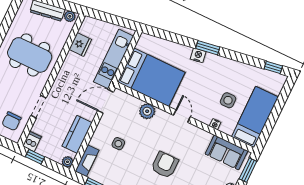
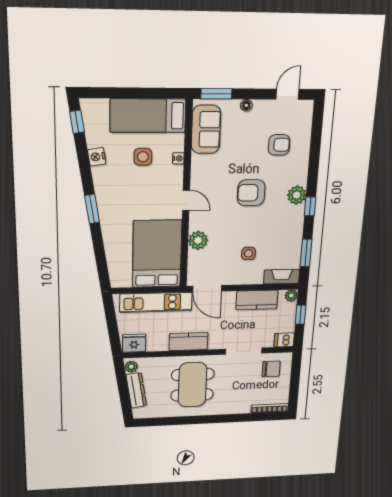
fridge: (80, 44) -> (134, 343), moved
nightstand: (198, 55) -> (97, 157), moved
kitchen counter: (69, 68) -> (188, 342), added
doorway: (38, 107) -> (244, 351), width x1.38
door: (182, 116) -> (186, 200), swing flipped
window: (35, 157) -> (301, 315), moved

